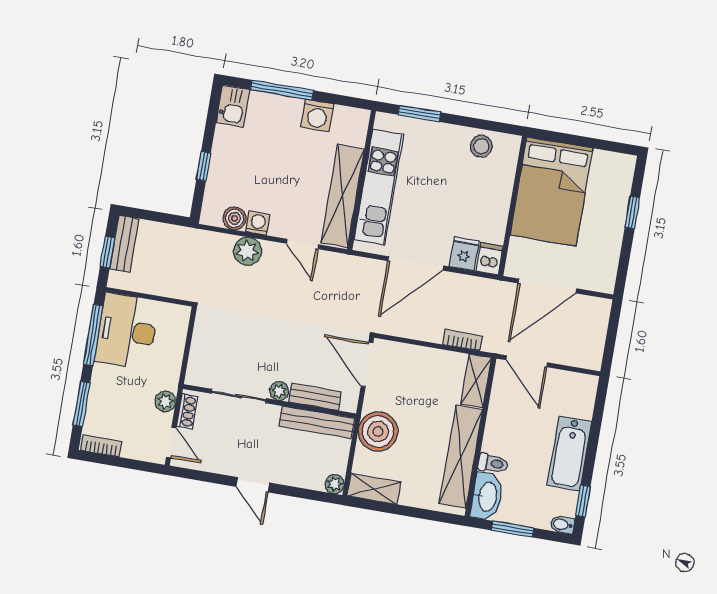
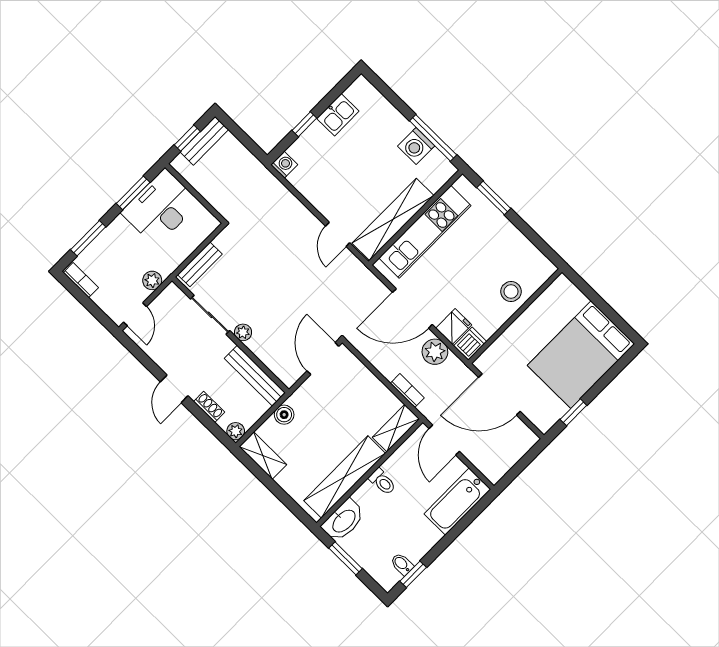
window: (282, 90) -> (433, 138), moved
kitchen sink: (233, 106) -> (338, 115), moved
stool: (481, 146) -> (511, 291), moved
bed: (552, 192) -> (581, 355), moved
window: (632, 212) -> (573, 412), moved
boiler: (235, 218) -> (300, 180), removed
washing machine: (258, 223) -> (284, 165), moved
plant: (247, 251) -> (435, 352), moved
window: (93, 335) -> (133, 193), width x0.69
bench: (315, 397) -> (200, 264), moved, turned 90
shoe rack: (187, 411) -> (209, 407), moved, turned -90
boiler: (378, 431) -> (284, 415), width x0.54, depth x0.54
bathtub: (569, 453) -> (457, 502), moved
toilet: (493, 463) -> (382, 482), moved
bidet: (562, 525) -> (402, 564), moved

